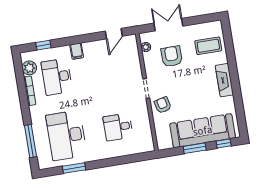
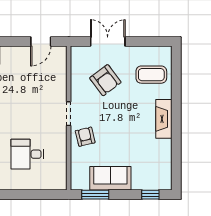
plant: (146, 47) -> (76, 64), removed
armchair: (172, 56) -> (105, 80), turned 144
sofa: (203, 131) -> (110, 178), width x0.54, depth x0.79
window: (195, 148) -> (95, 195), moved

